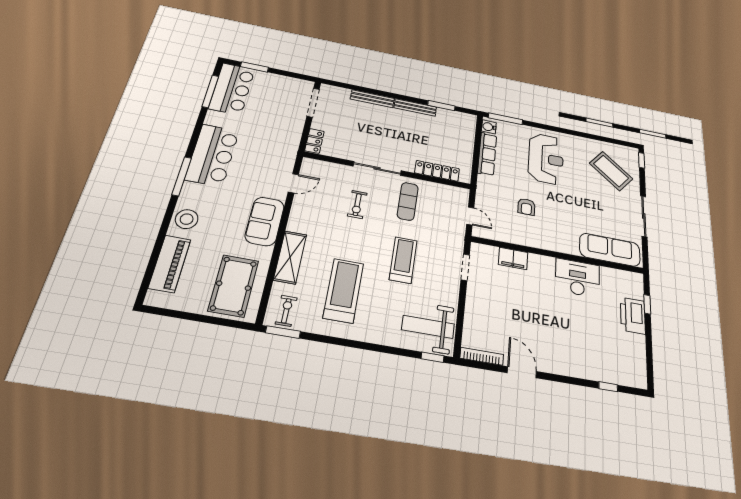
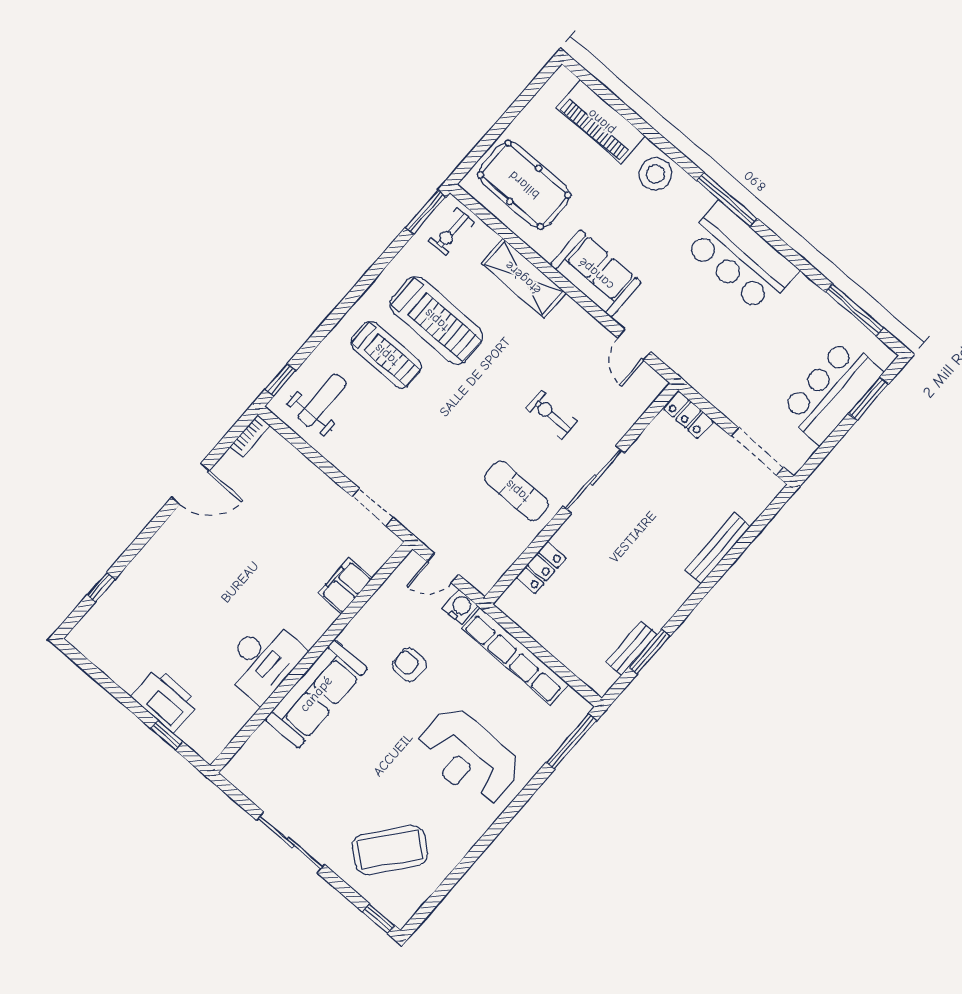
bar counter: (232, 89) -> (831, 391), moved, turned 90
bench: (415, 107) -> (632, 648), moved, width x0.73
water cooler: (489, 127) -> (460, 607), moved
row of seats: (487, 154) -> (515, 656), width x1.36
locker: (437, 171) -> (541, 568), width x0.66
sofa: (610, 250) -> (316, 694), moved
treadmill: (403, 260) -> (386, 355), moved
exercise bike: (286, 311) -> (452, 232), turned 90
weight bench: (428, 327) -> (322, 400), width x0.73, depth x0.75
bookcase: (482, 356) -> (250, 436), width x0.64

